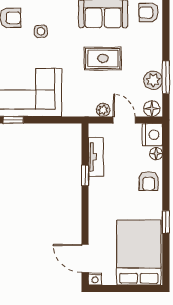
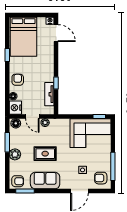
plant: (153, 80) -> (15, 154), moved

